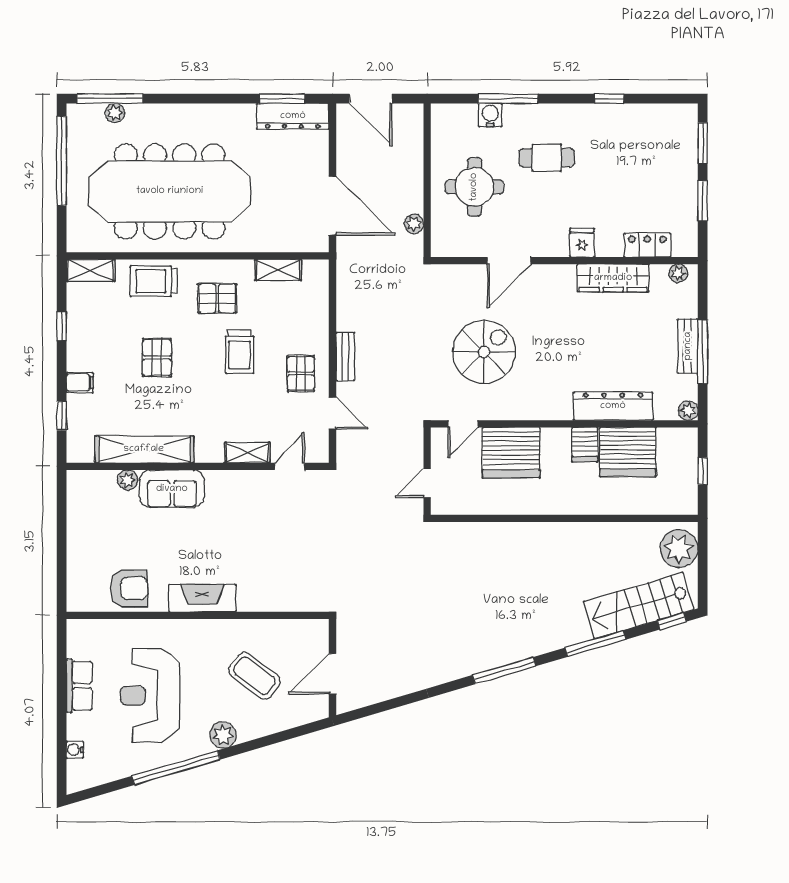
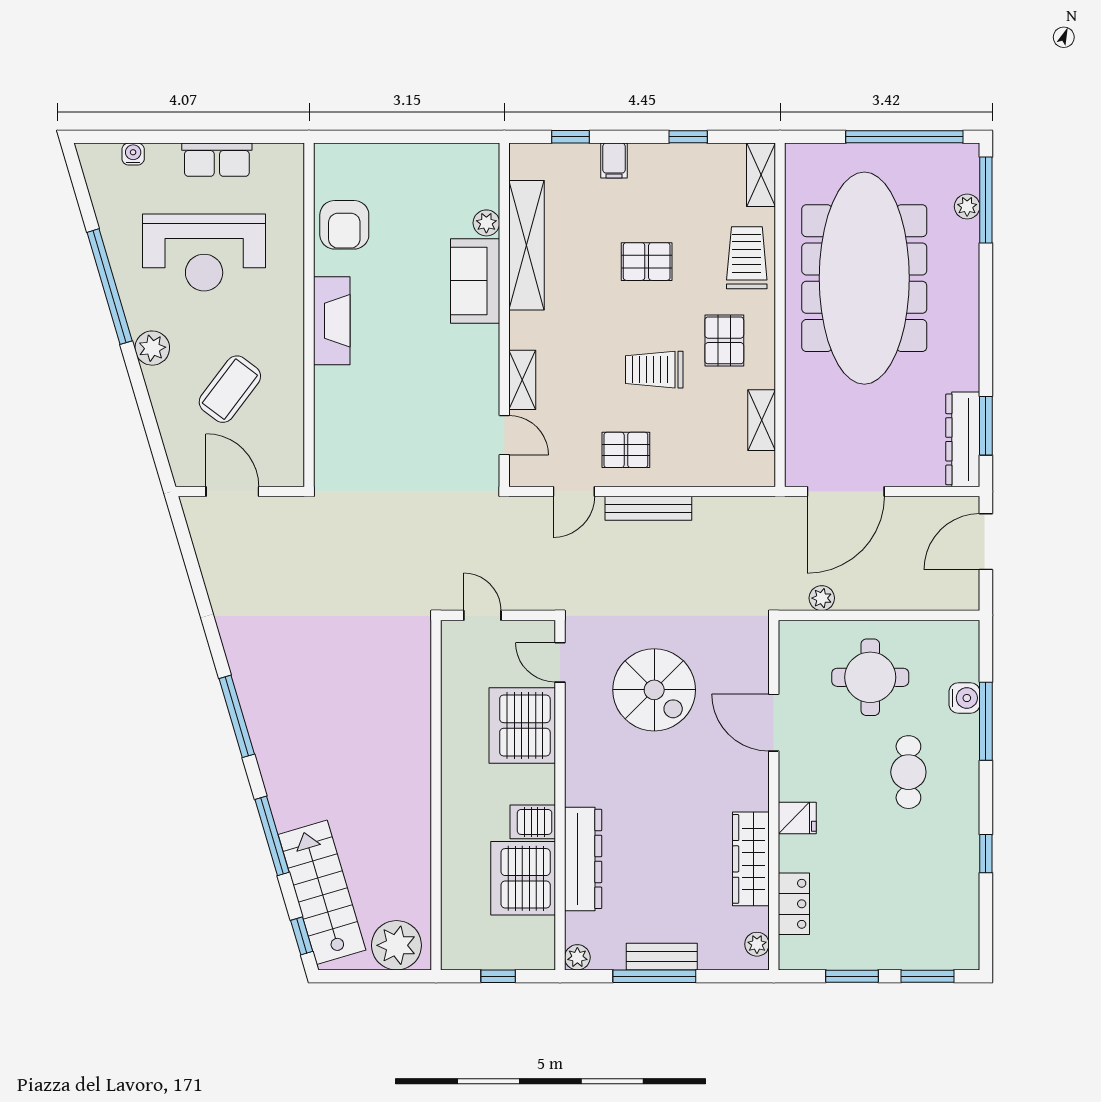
bench: (345, 356) -> (648, 508), width x1.36
reception desk: (150, 696) -> (204, 253), turned 180

